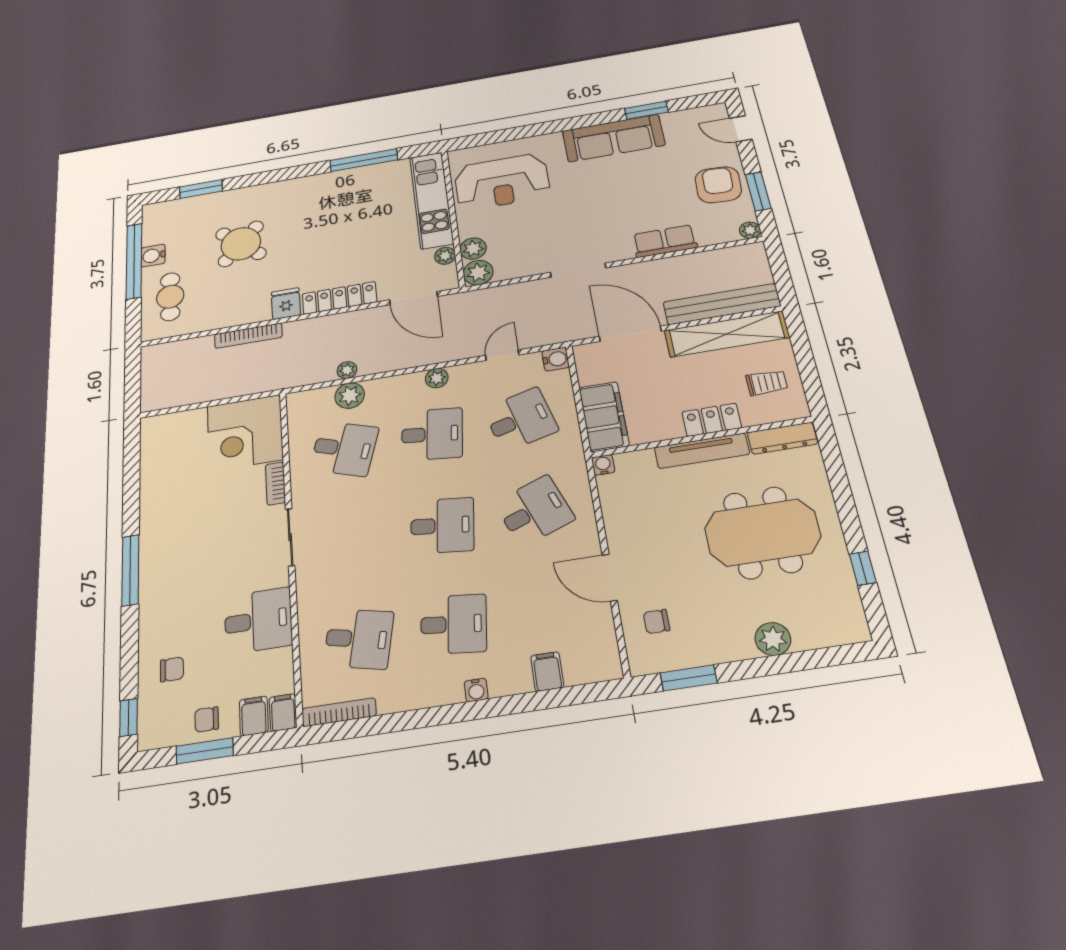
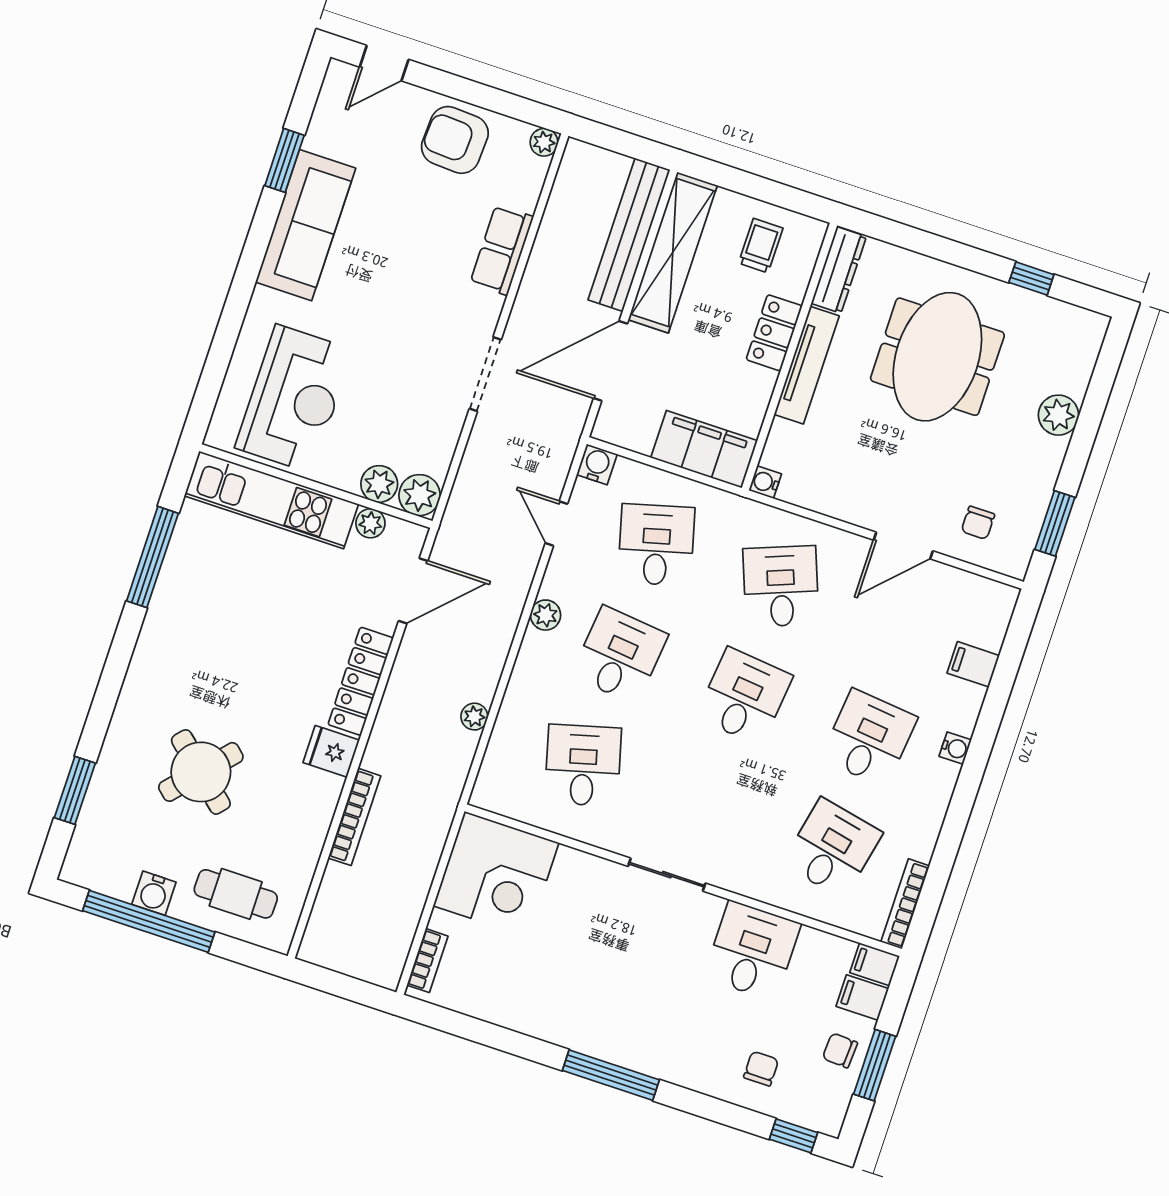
window: (758, 191) -> (493, 99), removed
plant: (350, 396) -> (513, 728), removed
desk: (344, 449) -> (583, 765), turned -33
bookcase: (275, 483) -> (427, 961), moved, turned -90
chair: (207, 719) -> (840, 1050), turned 93

